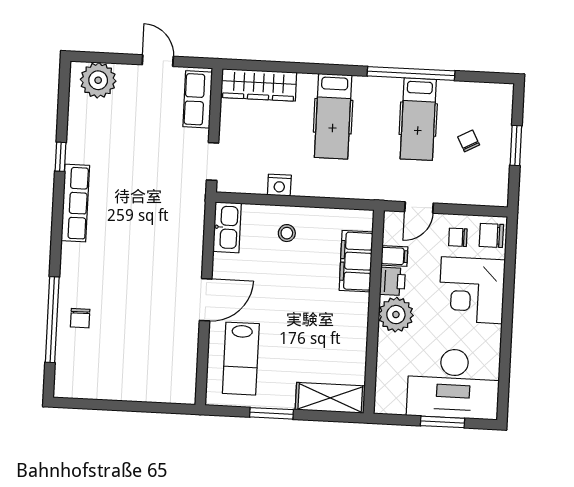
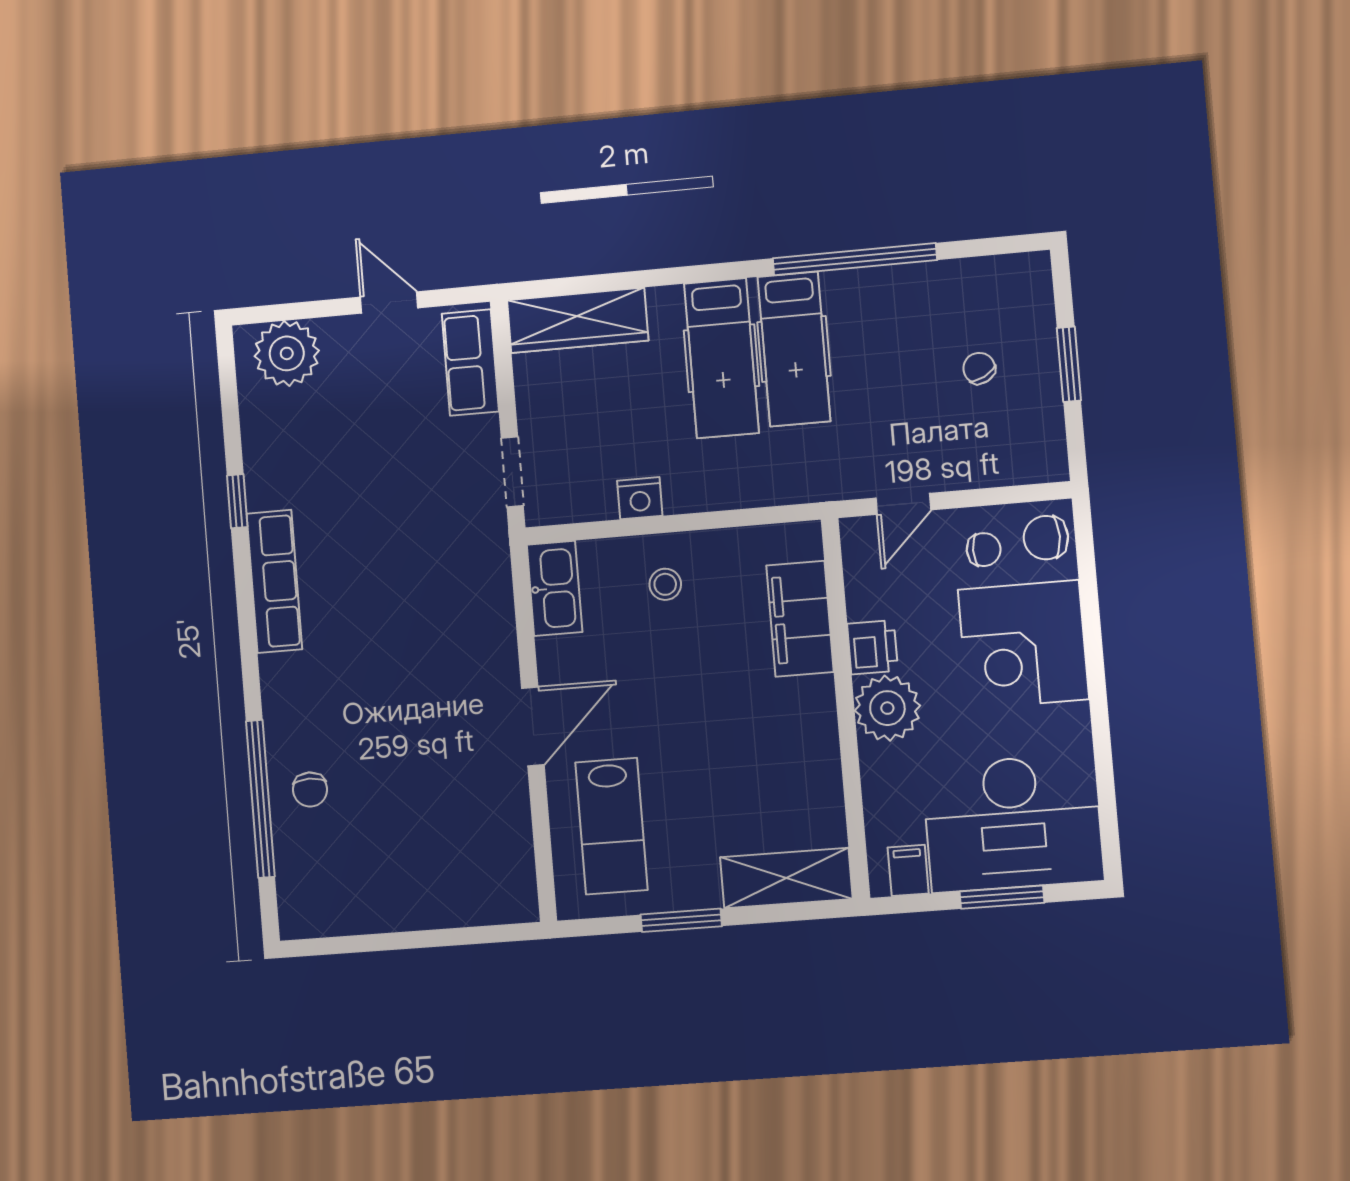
hospital bed: (418, 119) -> (794, 349), moved
chair: (458, 237) -> (984, 550), turned 180
filing cabinet: (394, 256) -> (908, 870), moved, turned -90

